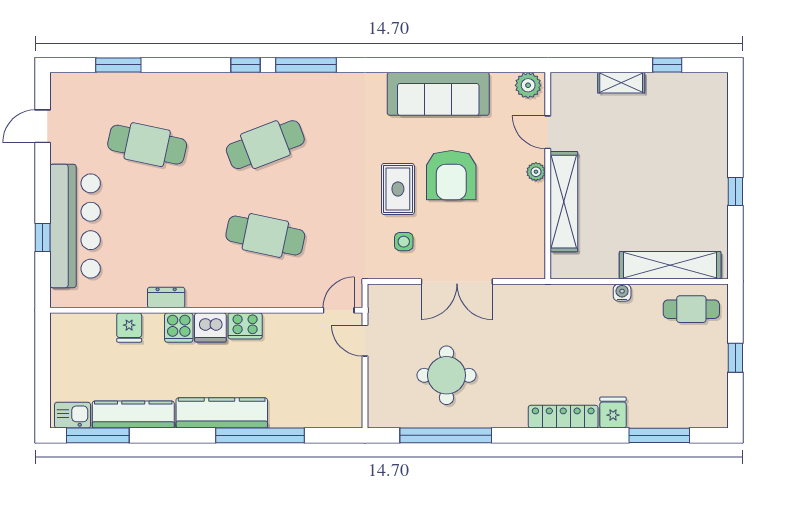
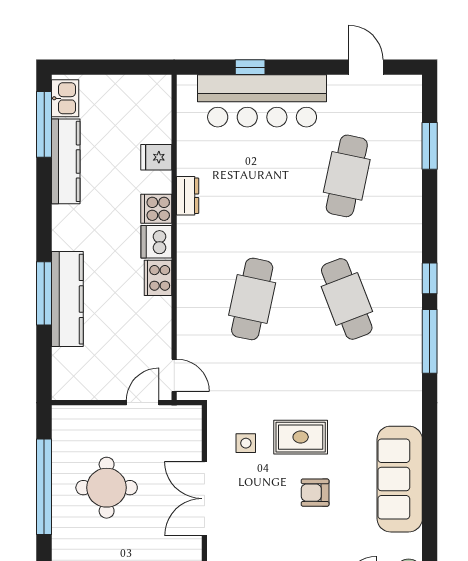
armchair: (451, 175) -> (315, 493), width x0.53, depth x0.53
kitchen counter: (222, 413) -> (67, 299), moved
window: (260, 435) -> (44, 293), width x0.68

